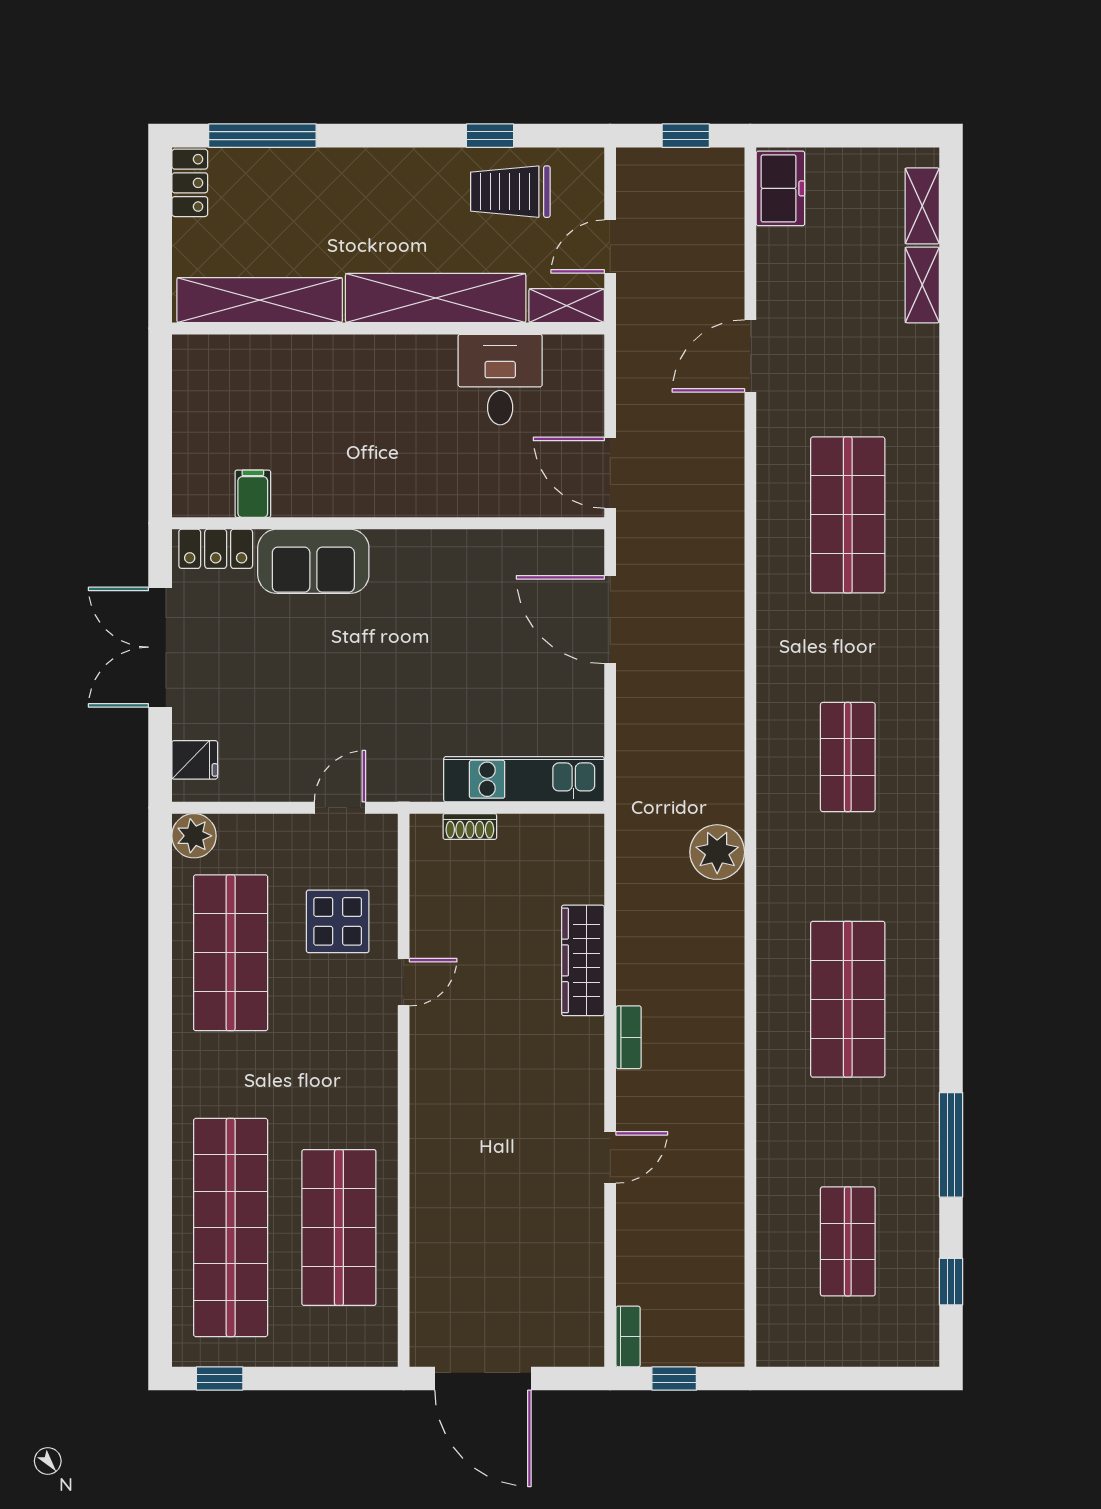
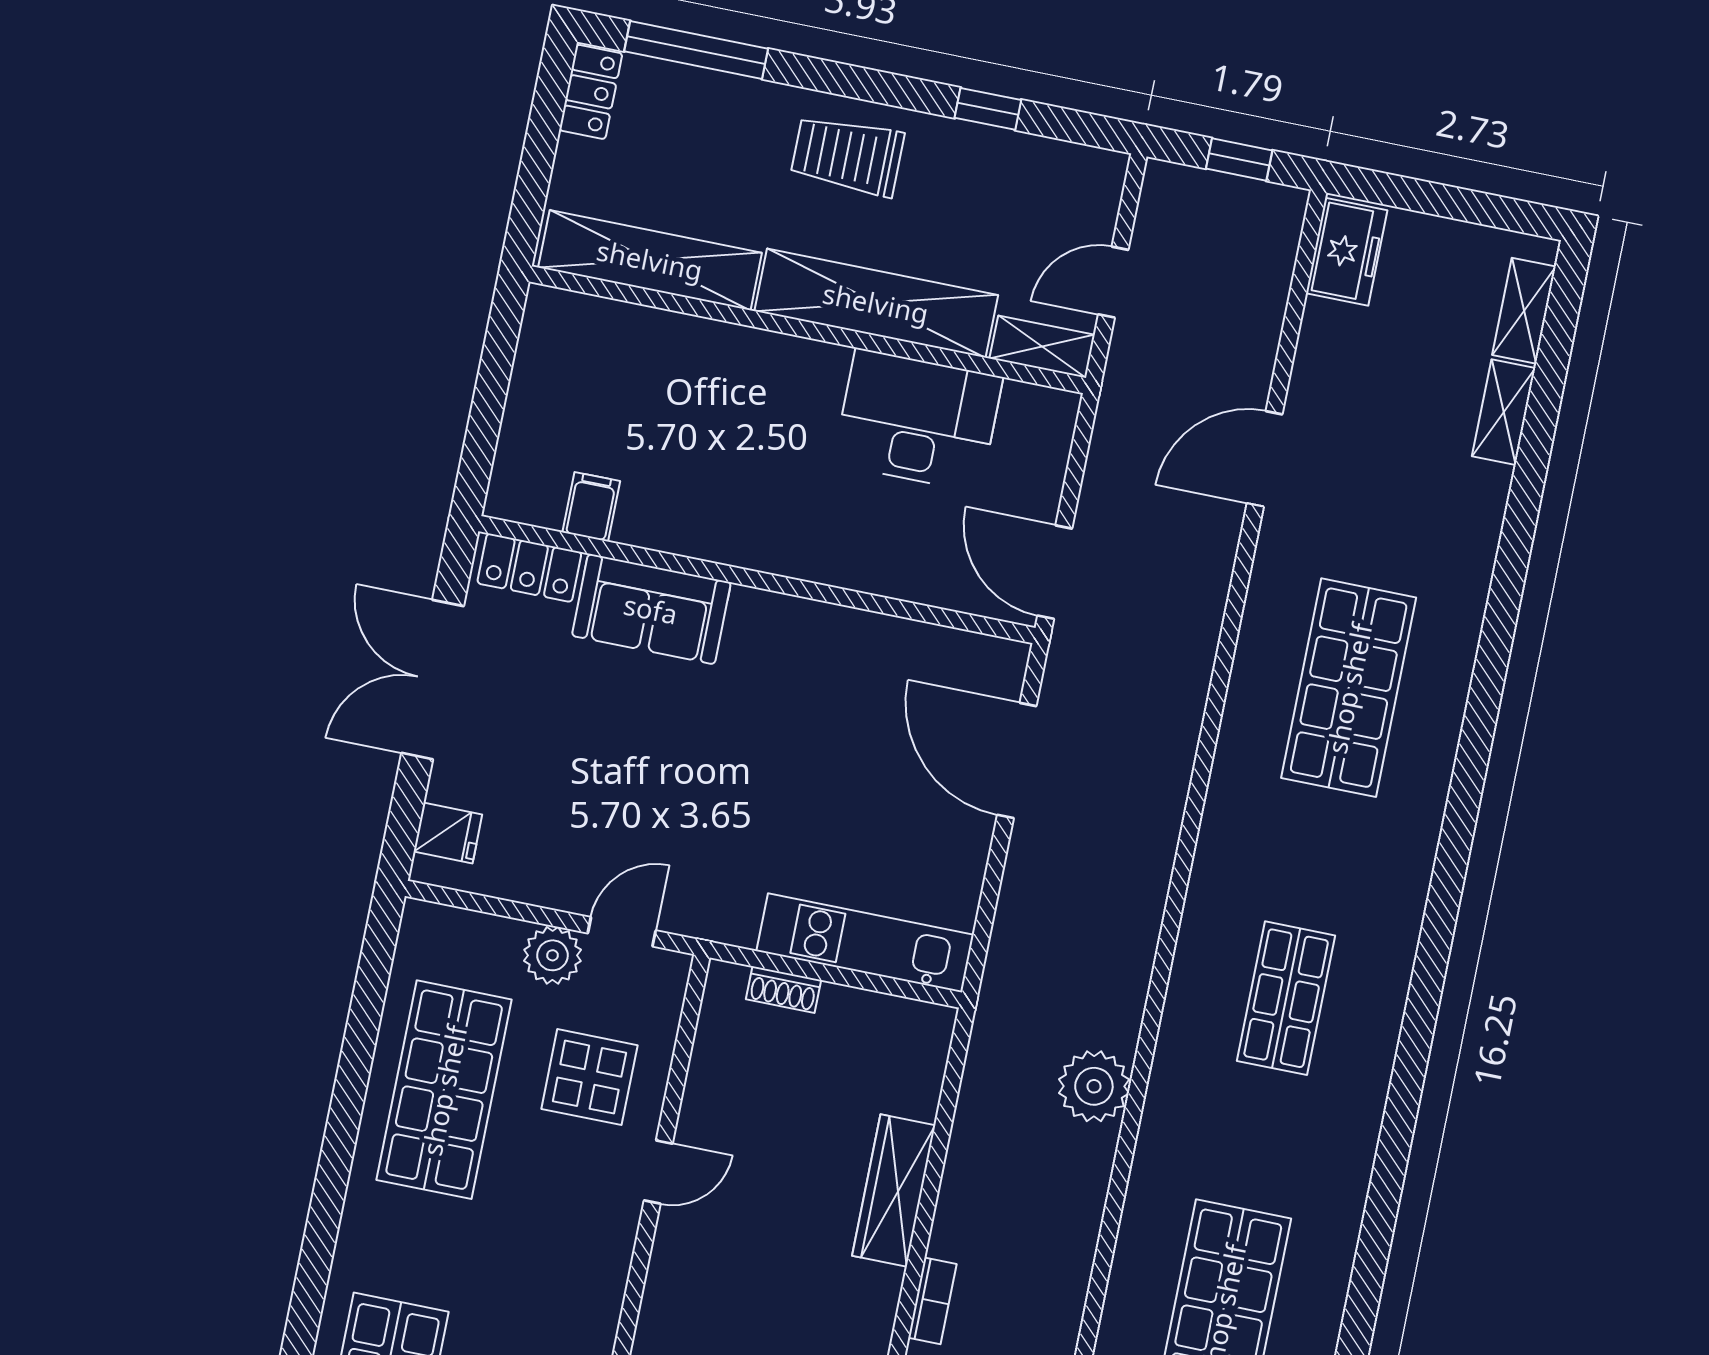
trolley: (510, 192) -> (847, 155), moved
desk: (500, 380) -> (918, 420), width x1.37
plant: (194, 836) -> (552, 955), moved

